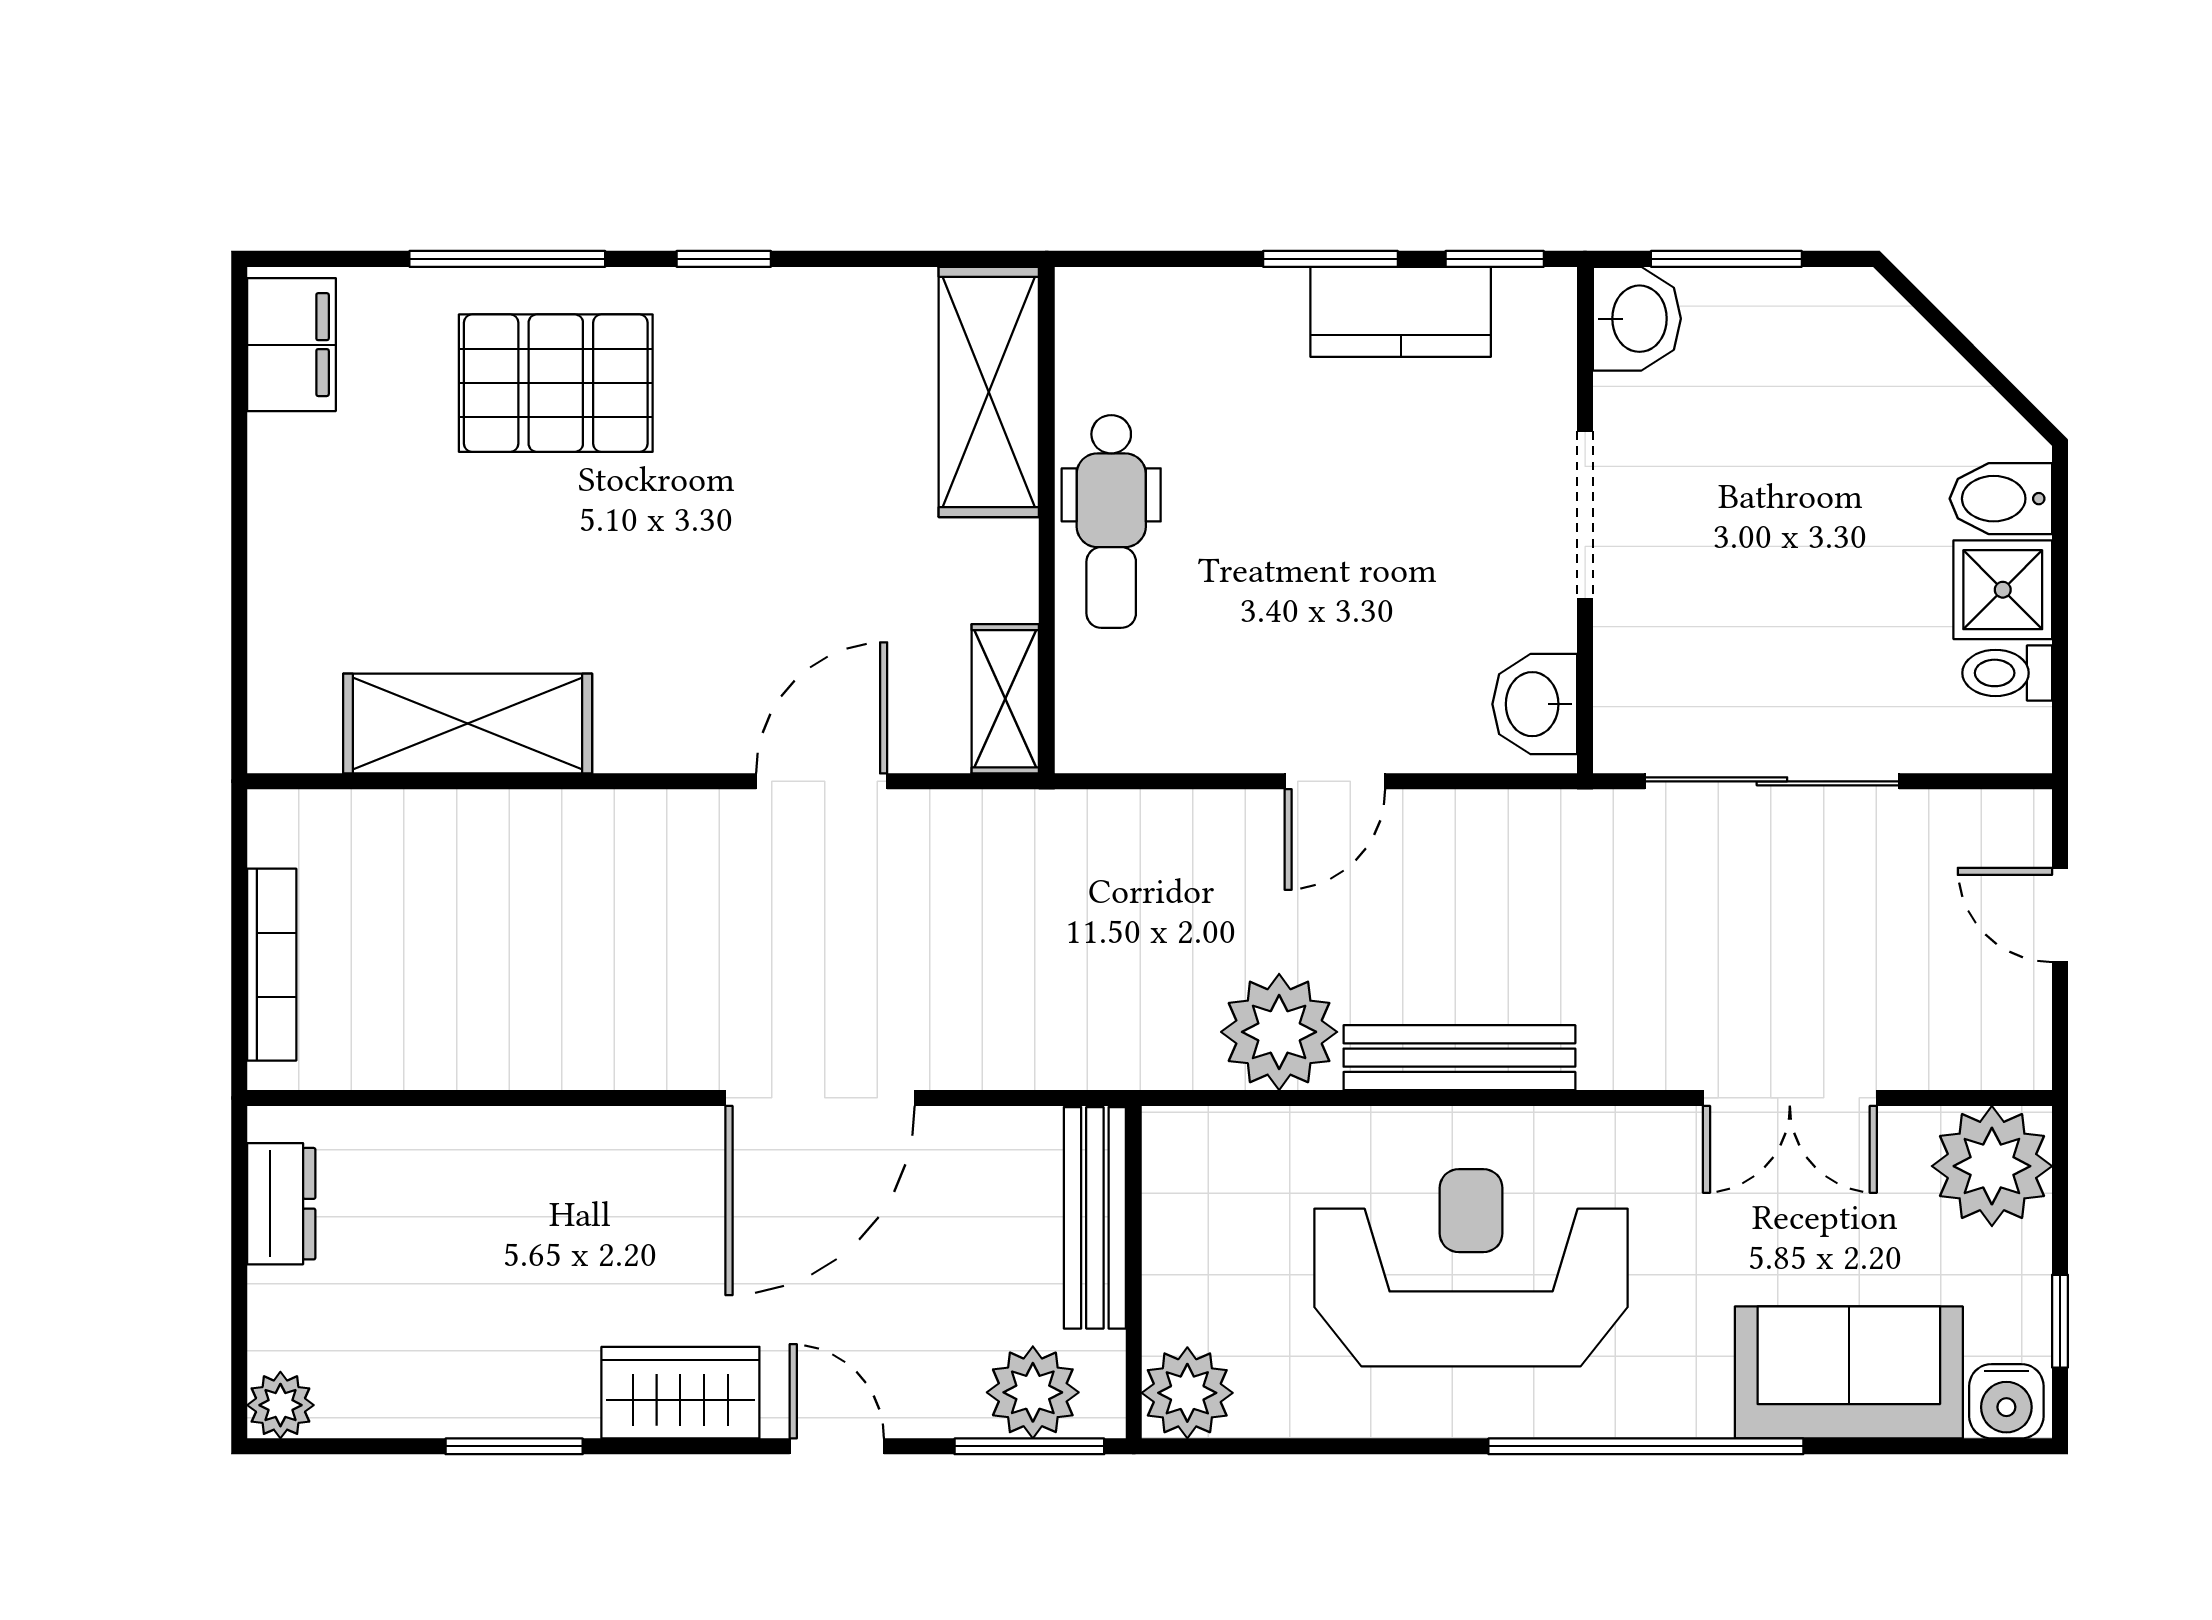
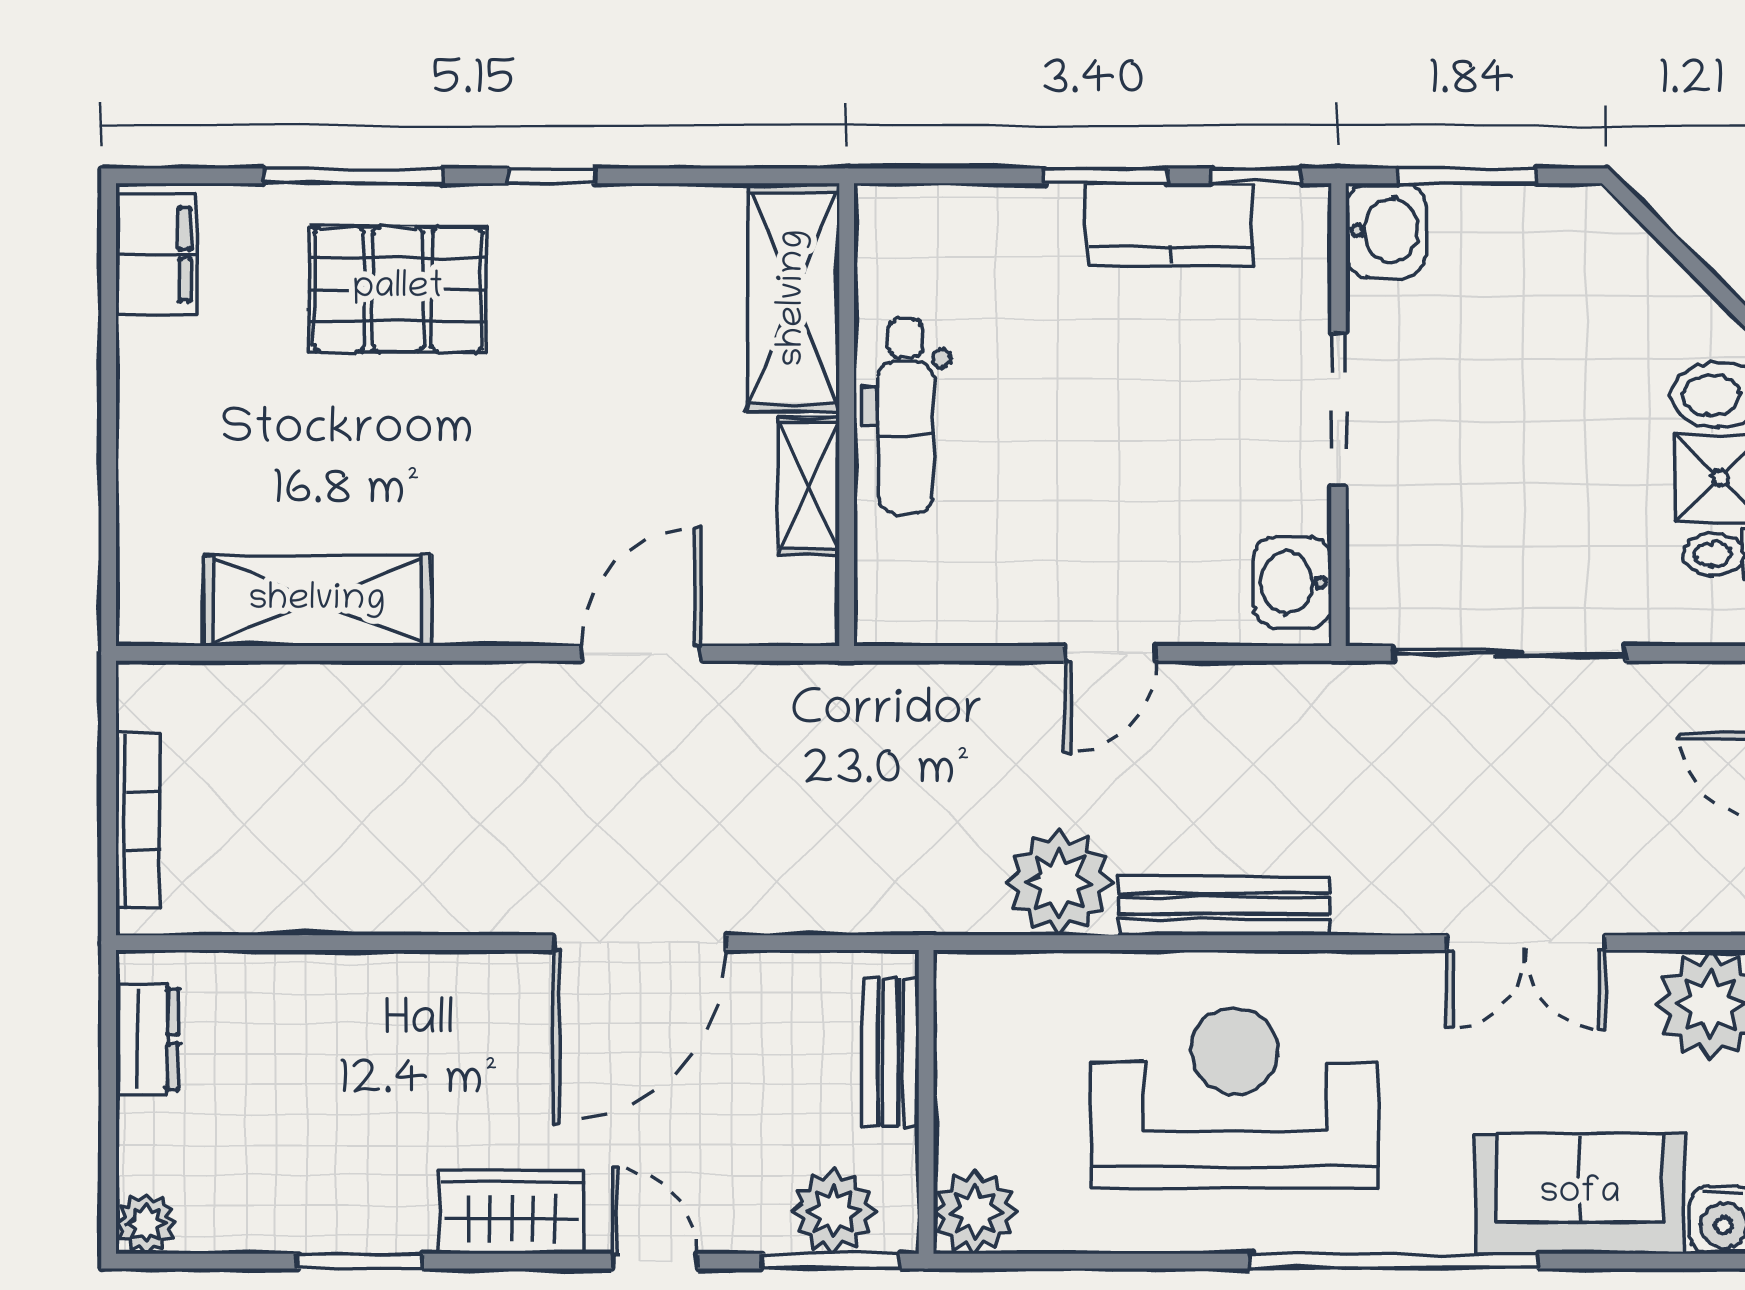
shelving: (1005, 699) -> (809, 486), moved
bench: (1095, 1218) -> (891, 1052), width x0.73

